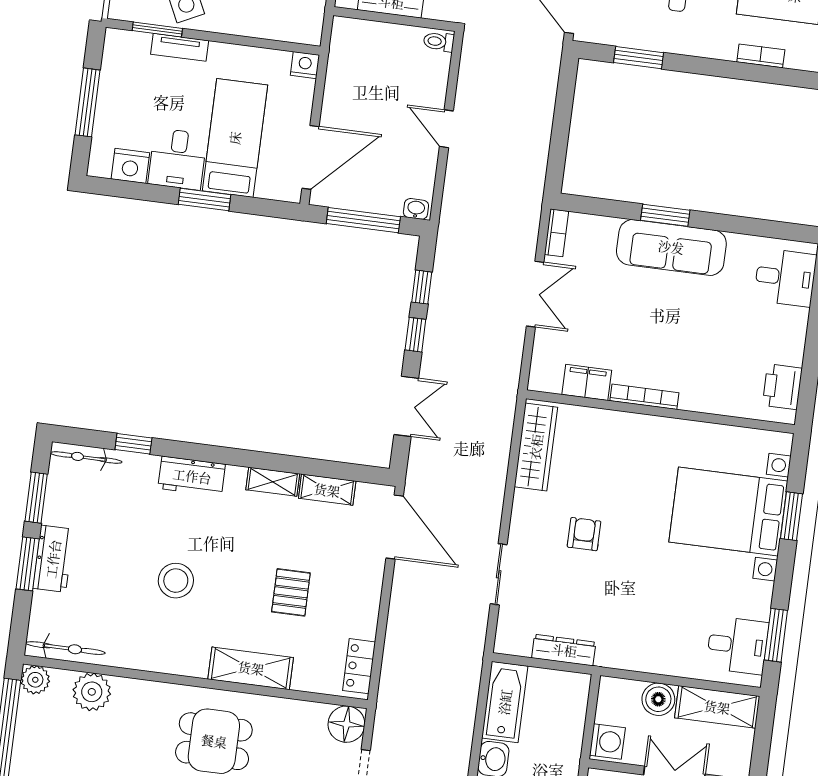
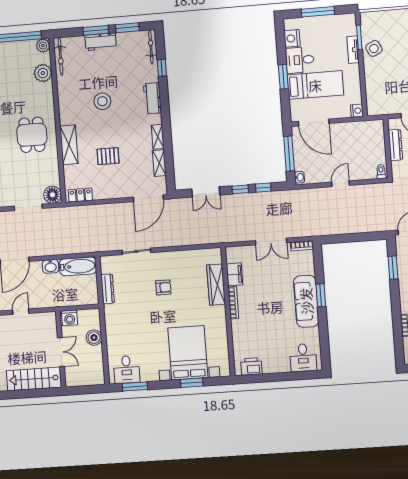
wardrobe: (536, 447) -> (216, 285), moved, turned 90
shelving: (717, 707) -> (96, 366), removed

